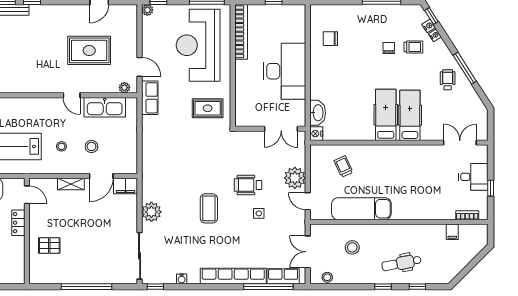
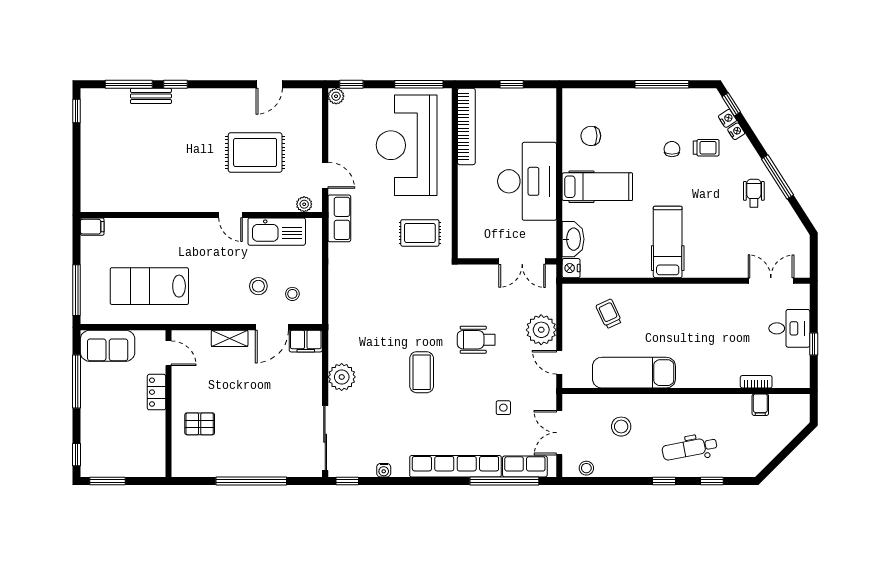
hospital bed: (410, 115) -> (597, 187), moved, turned 90
stool: (61, 146) -> (292, 294), moved
side table: (259, 213) -> (503, 408), moved
bookcase: (467, 215) -> (756, 382), moved

